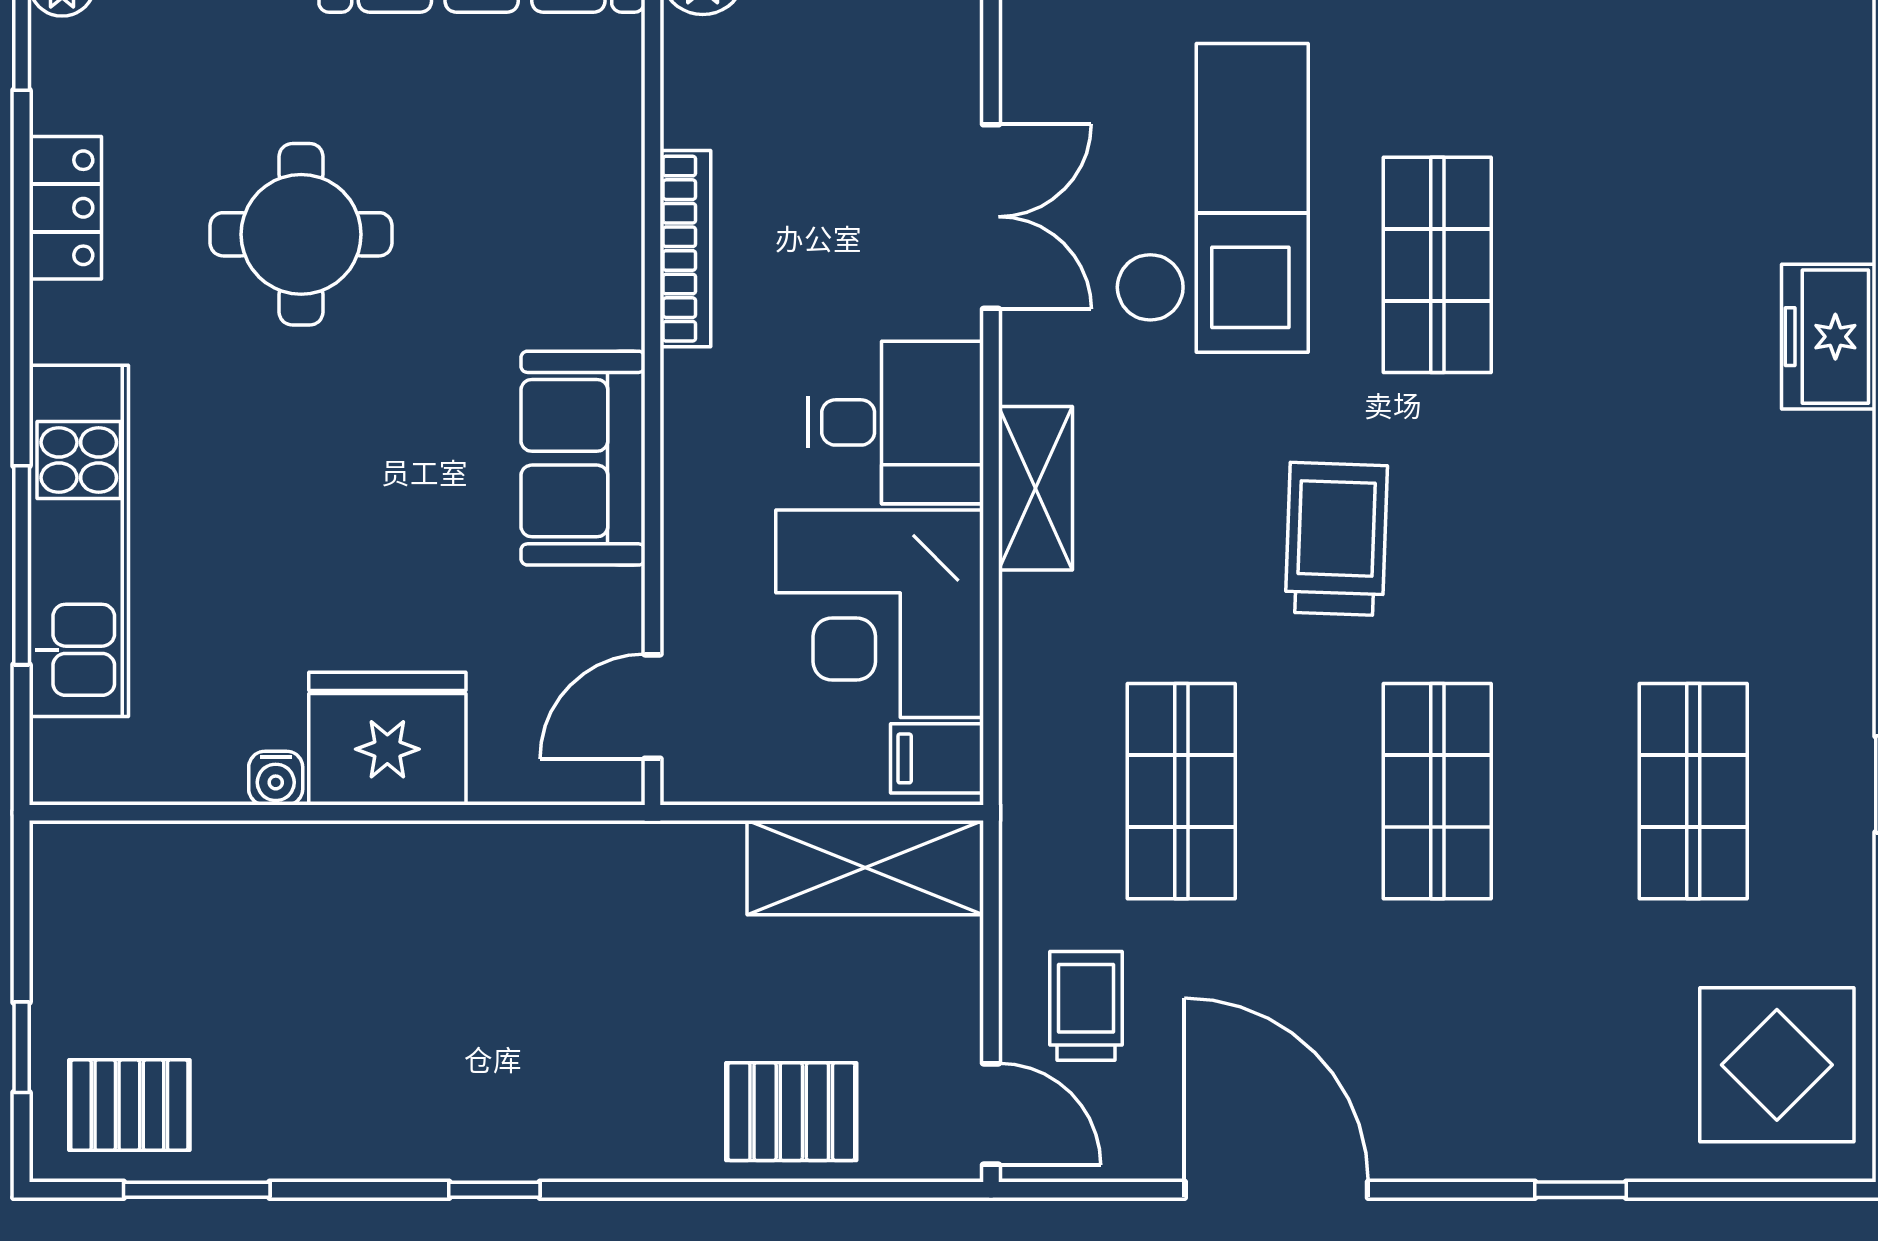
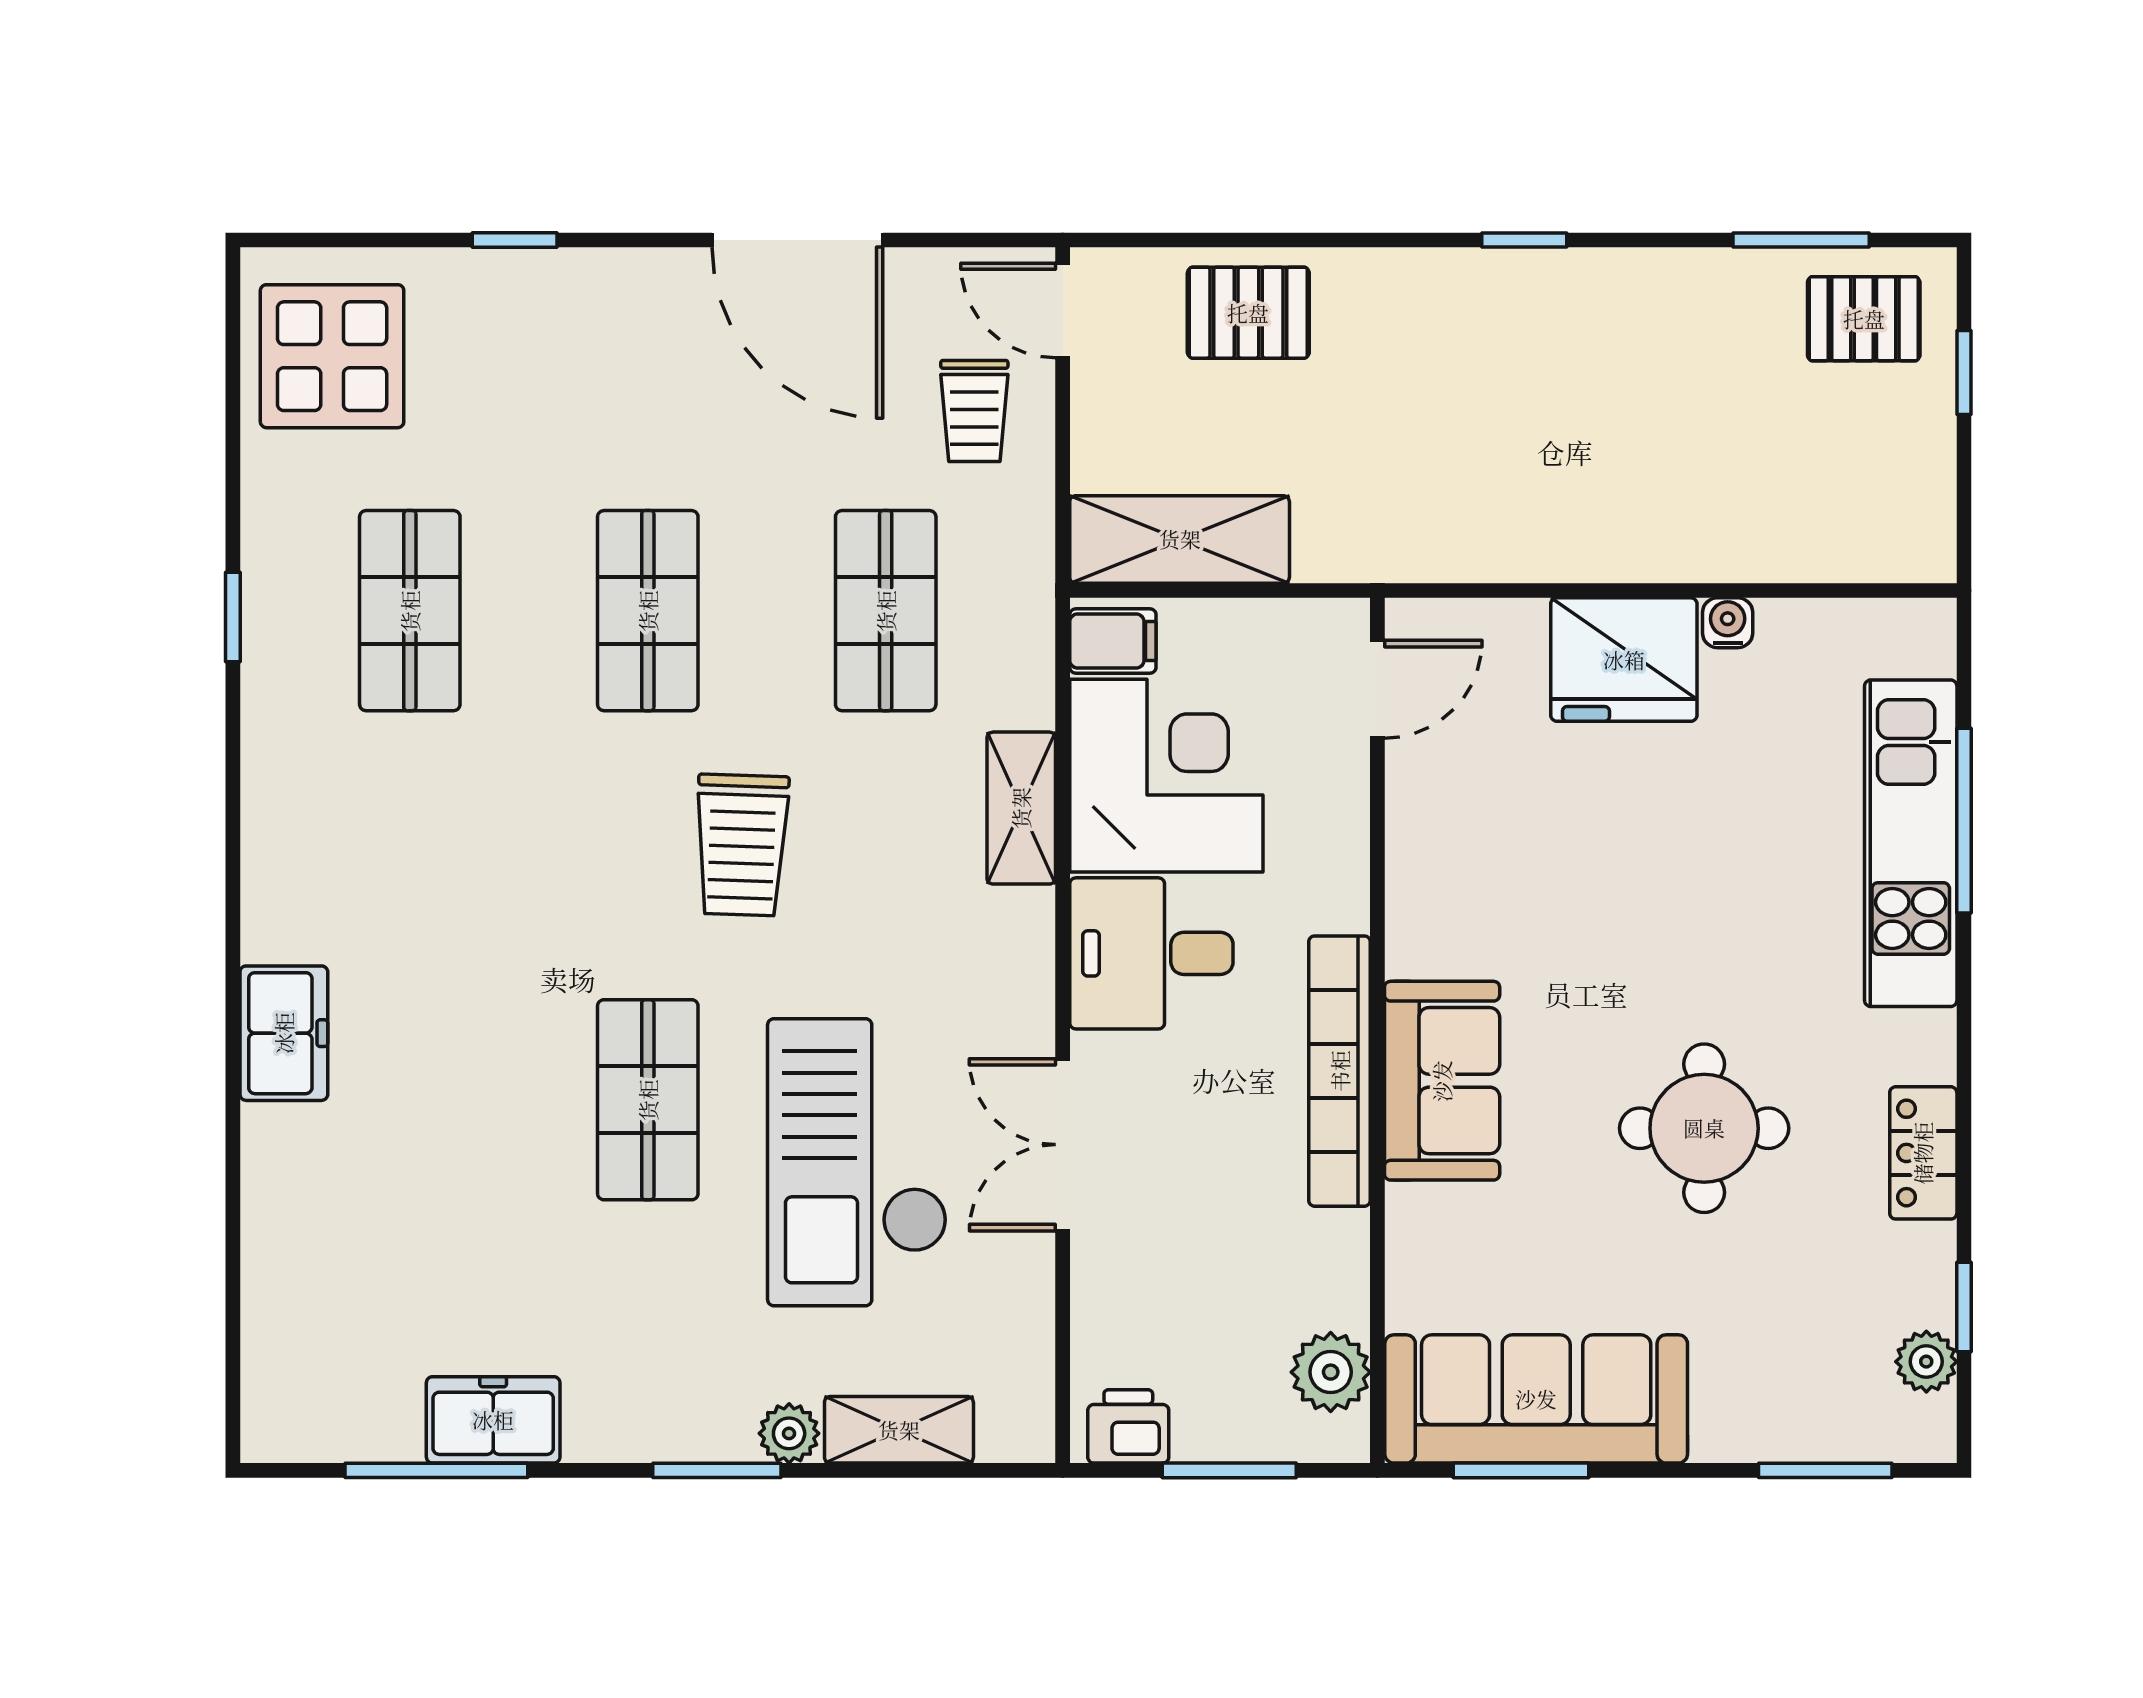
bookcase: (685, 249) -> (1340, 1071), width x1.48, depth x1.31
sofa: (583, 458) -> (1442, 1081), moved
shelving: (1036, 488) -> (1021, 808), moved

